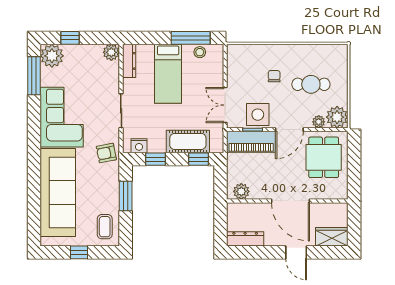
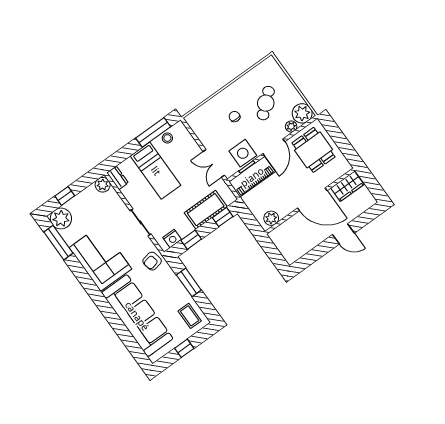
dresser: (129, 61) -> (118, 178), width x0.70
cafe table: (311, 84) -> (266, 103), turned -41
wardrobe: (332, 237) -> (347, 186), moved, turned 180
dresser: (245, 239) -> (299, 251), removed

